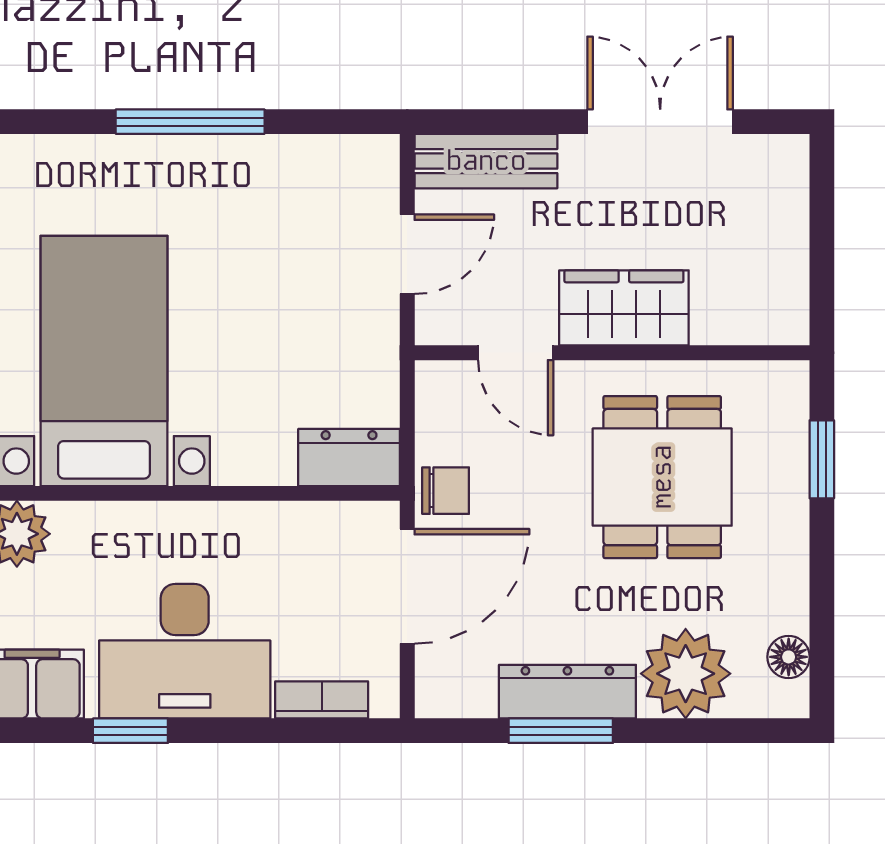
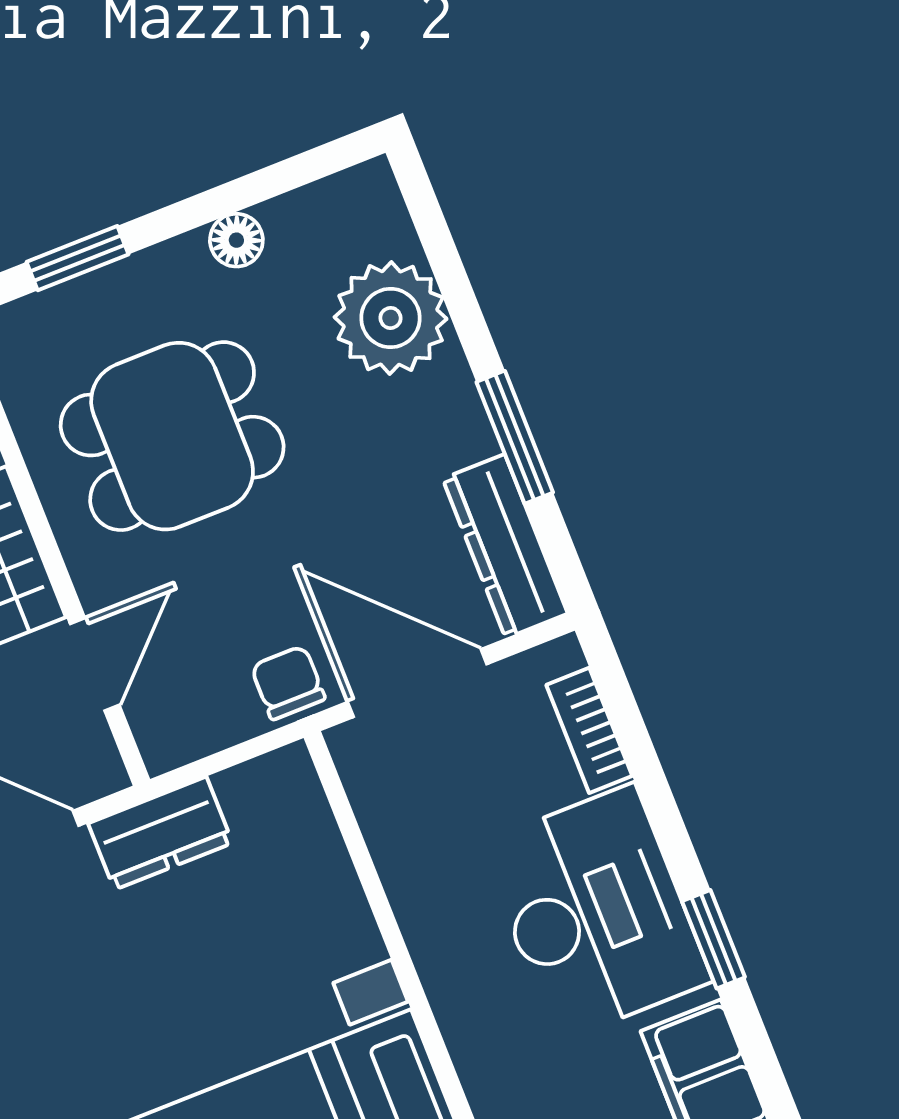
dresser: (349, 457) -> (160, 833), moved, turned -90
floor lamp: (789, 657) -> (236, 240), moved
dresser: (567, 692) -> (505, 546), moved

